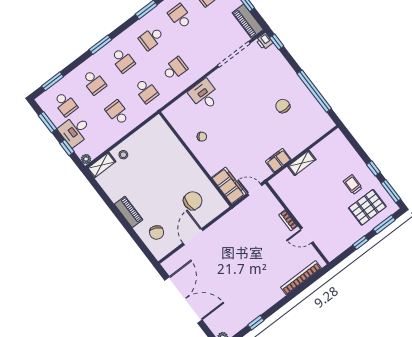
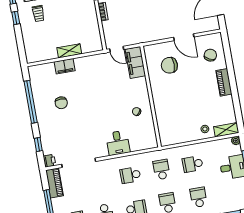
window: (277, 42) -> (38, 144), moved
school desk: (65, 104) -> (230, 192), removed
school desk: (117, 113) -> (193, 164), turned 90
filing cabinet: (278, 160) -> (65, 66), moved
door: (193, 237) -> (184, 37), hinge flipped

